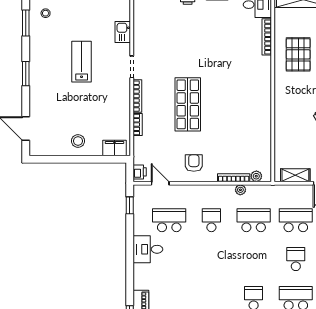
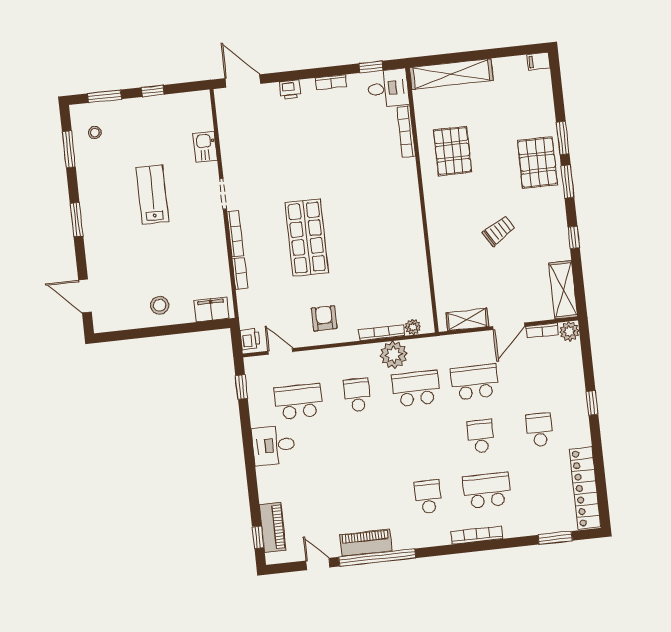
plant: (240, 190) -> (394, 355), width x1.87, depth x1.87

